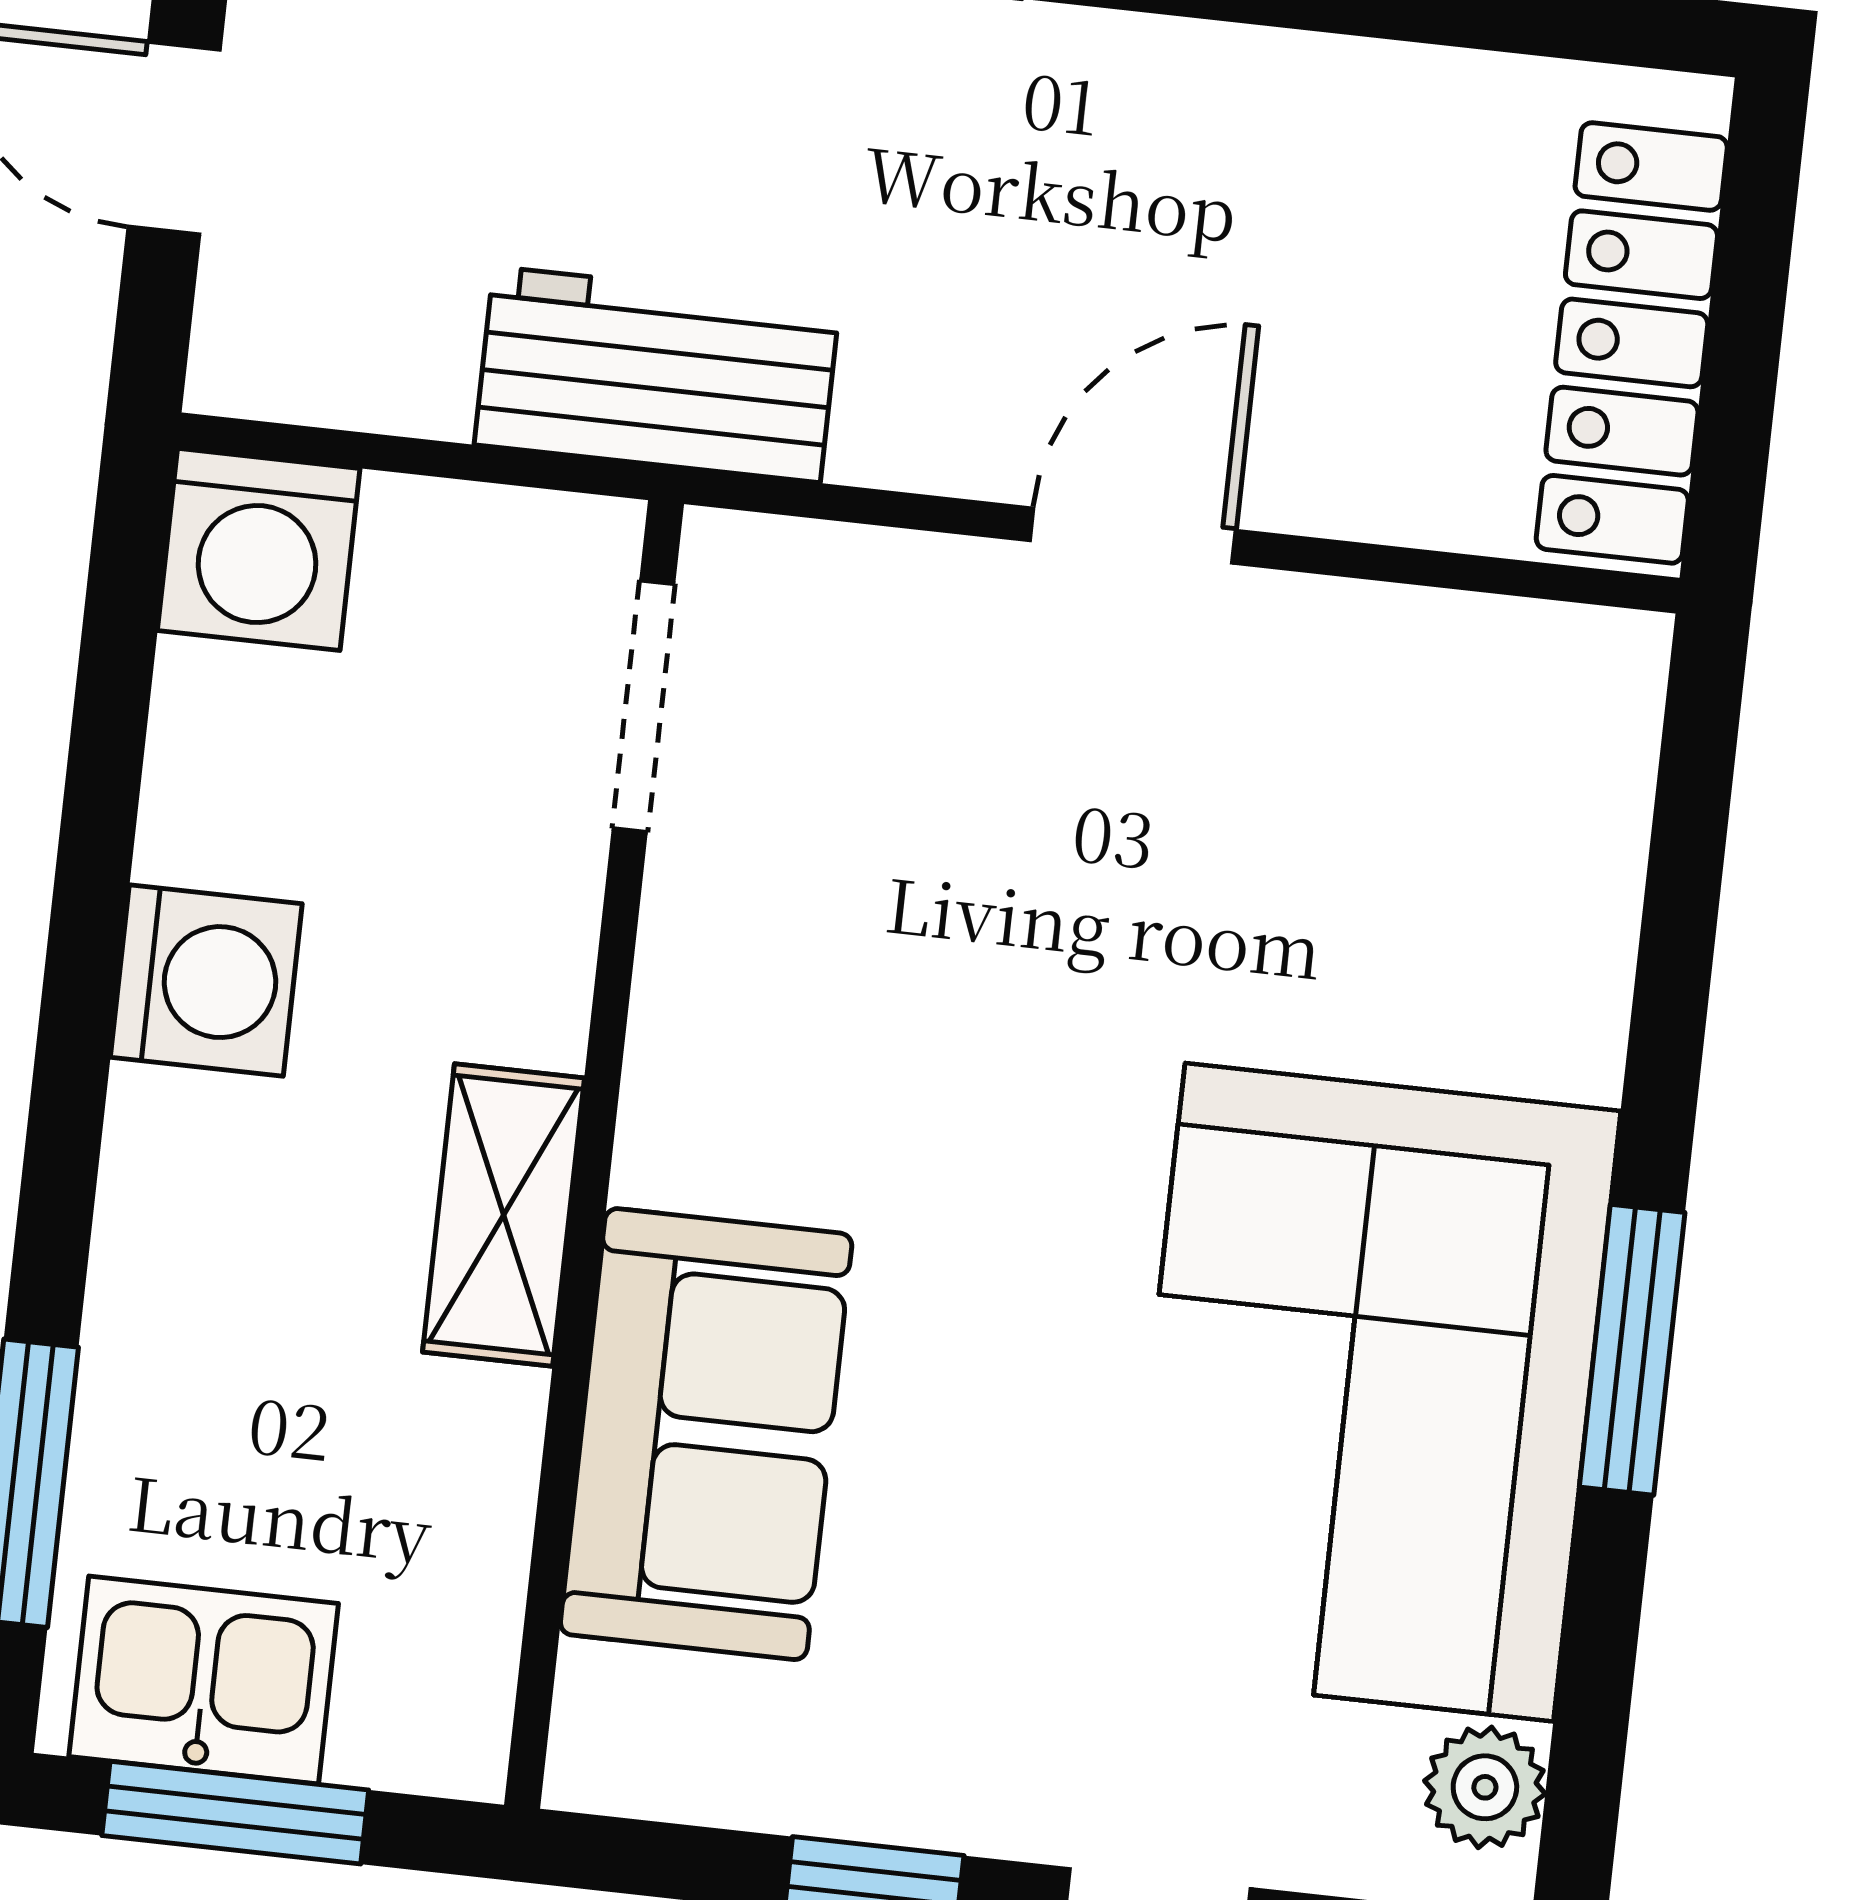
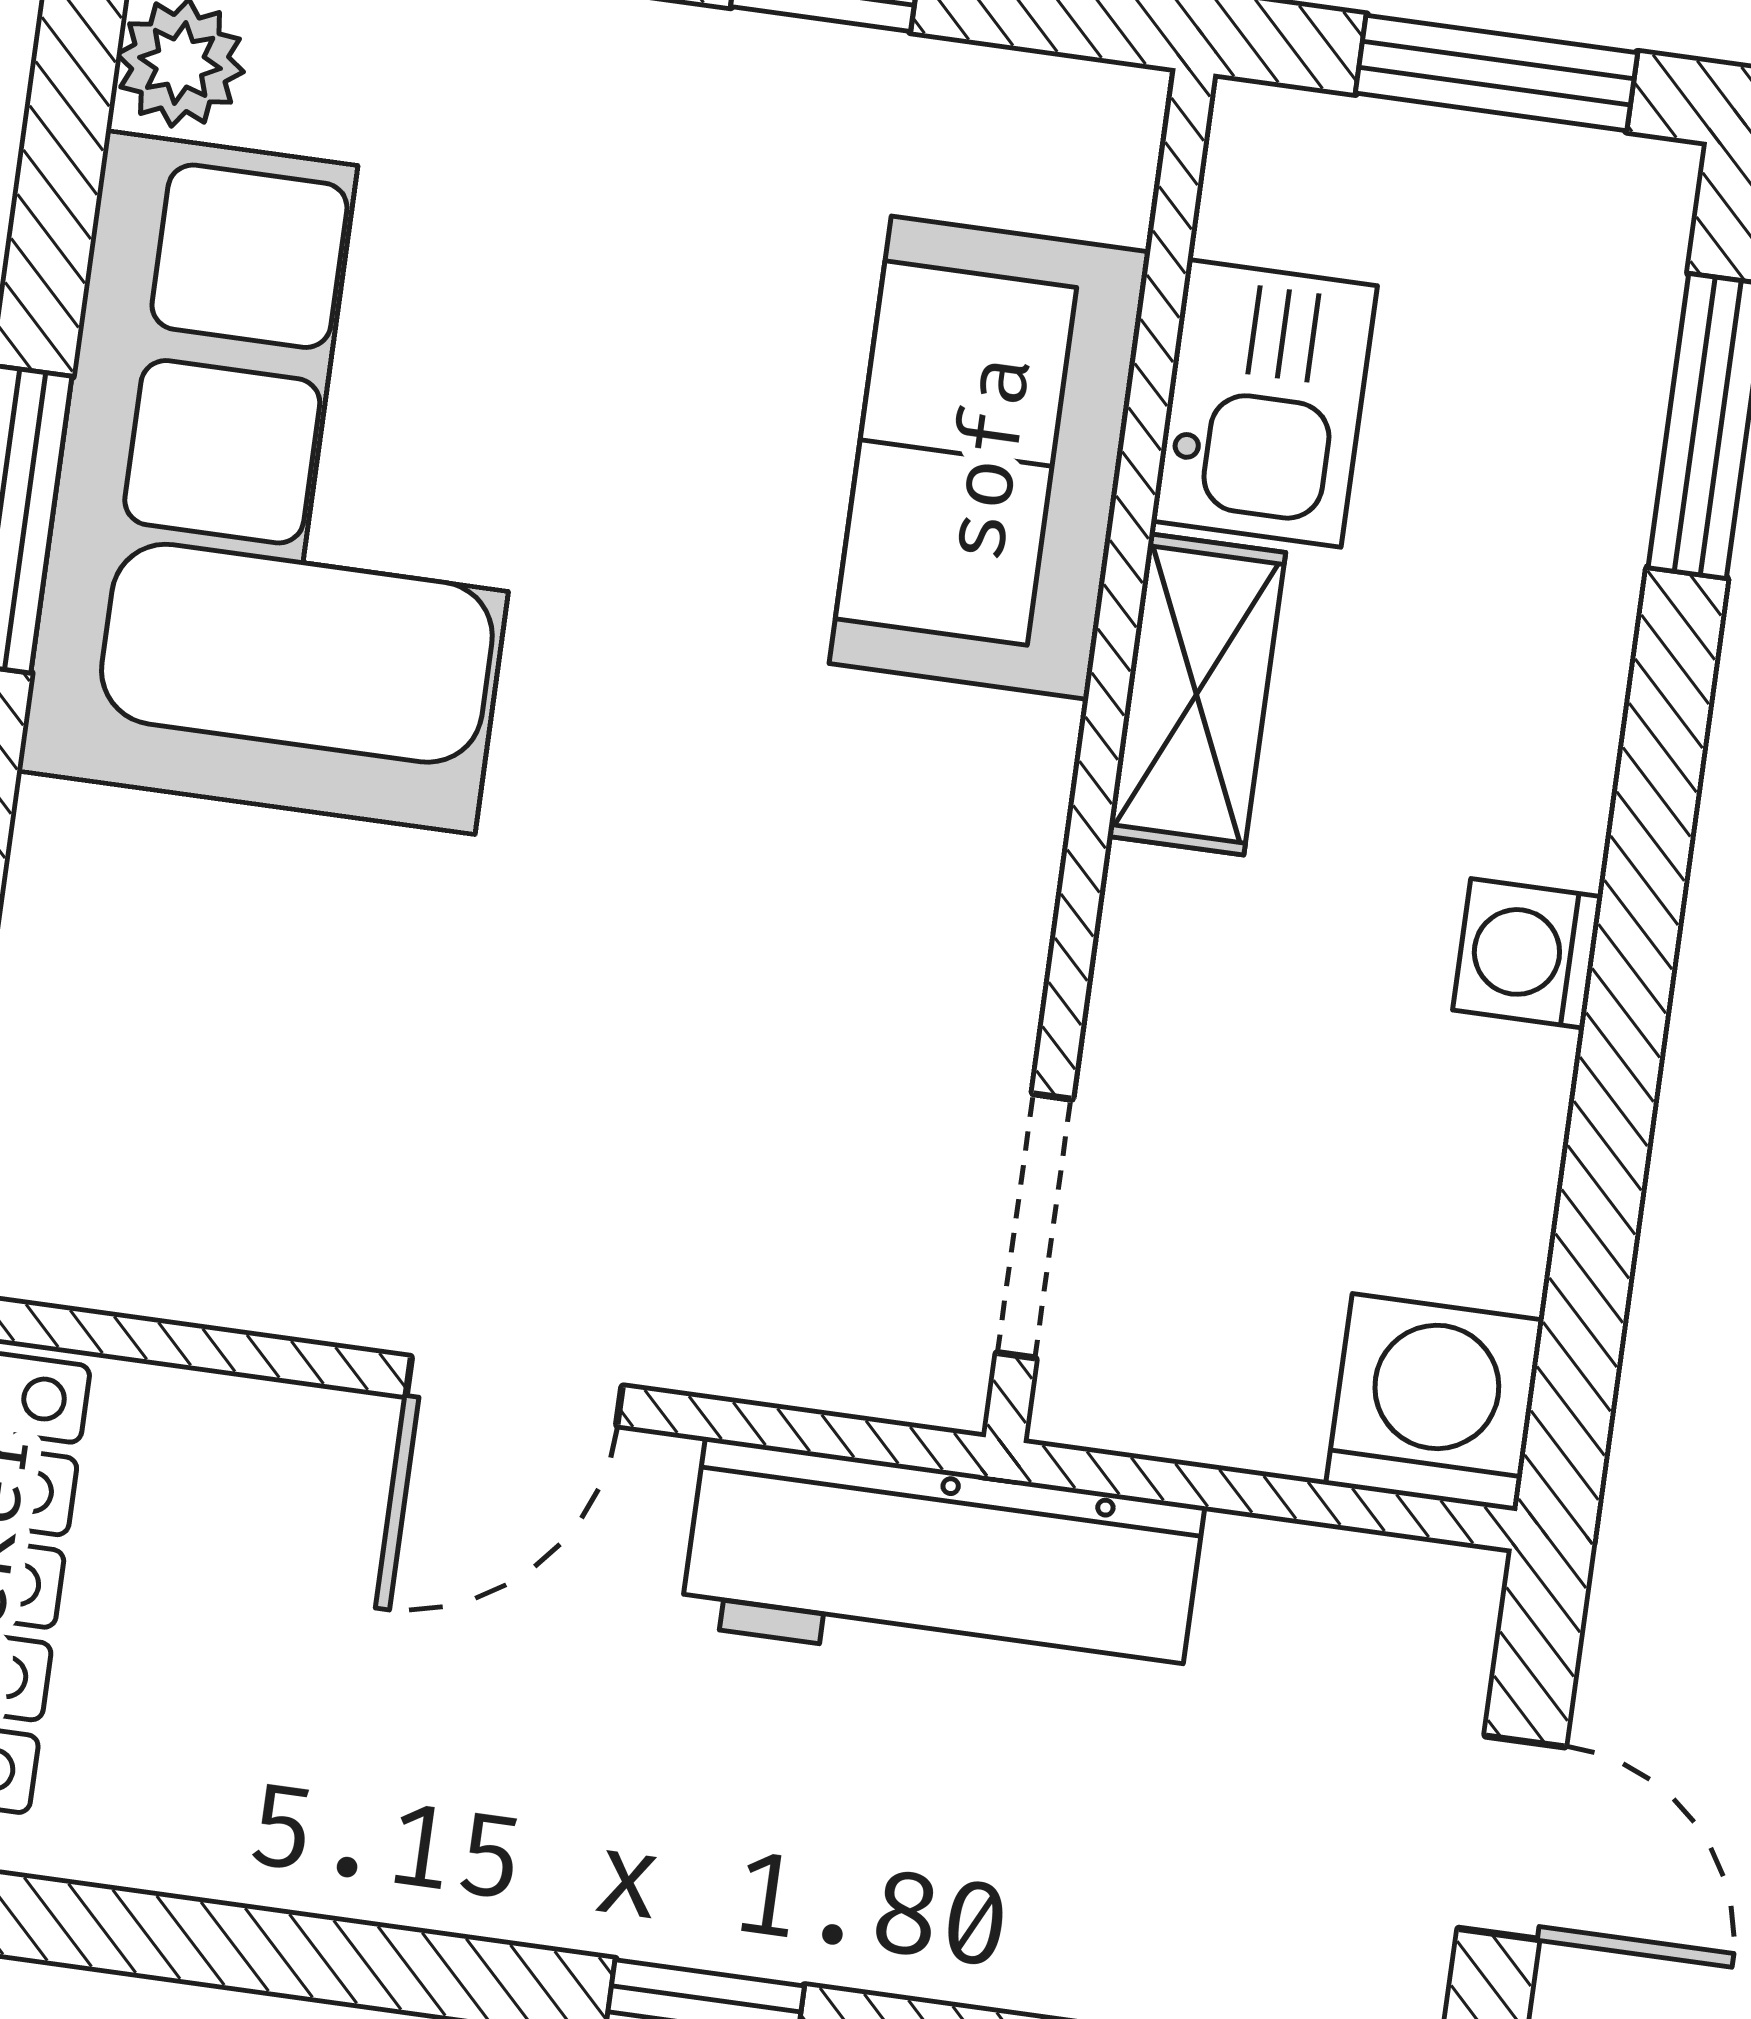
workbench: (657, 374) -> (942, 1565), width x1.38
washing machine: (206, 981) -> (1528, 953), width x0.73, depth x0.73
kitchen sink: (204, 1680) -> (1264, 403), moved, turned -90

